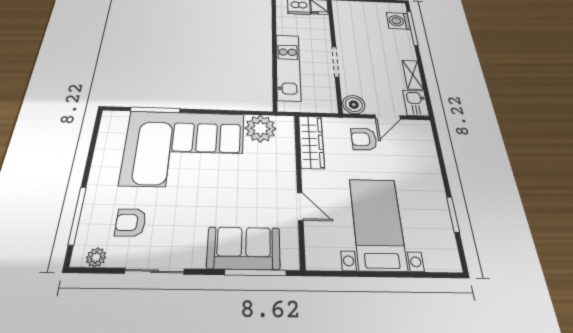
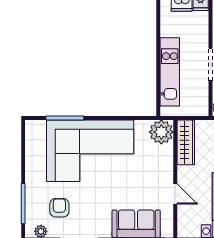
plant: (260, 129) -> (161, 132), moved
armchair: (131, 222) -> (59, 208), turned 90

